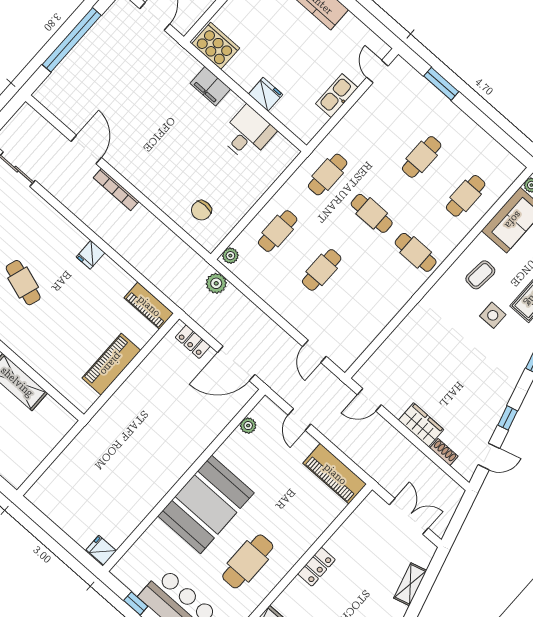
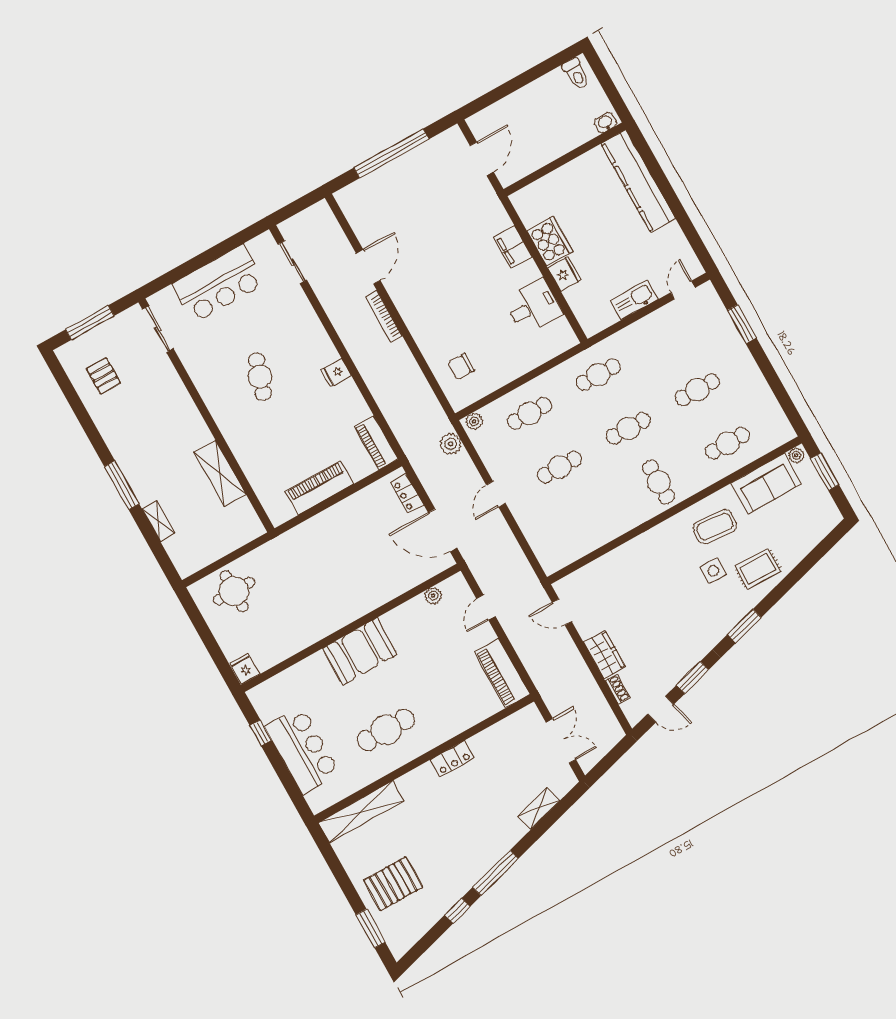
cooker: (216, 46) -> (550, 241), moved
cafe table: (372, 213) -> (628, 428), turned 90
coffee table: (480, 275) -> (715, 527), width x1.36, depth x1.30
door: (314, 351) -> (496, 494), moved
window: (508, 418) -> (693, 677), width x1.50
round table: (67, 484) -> (234, 591), added
booth: (206, 504) -> (360, 651), width x0.73, depth x0.70

